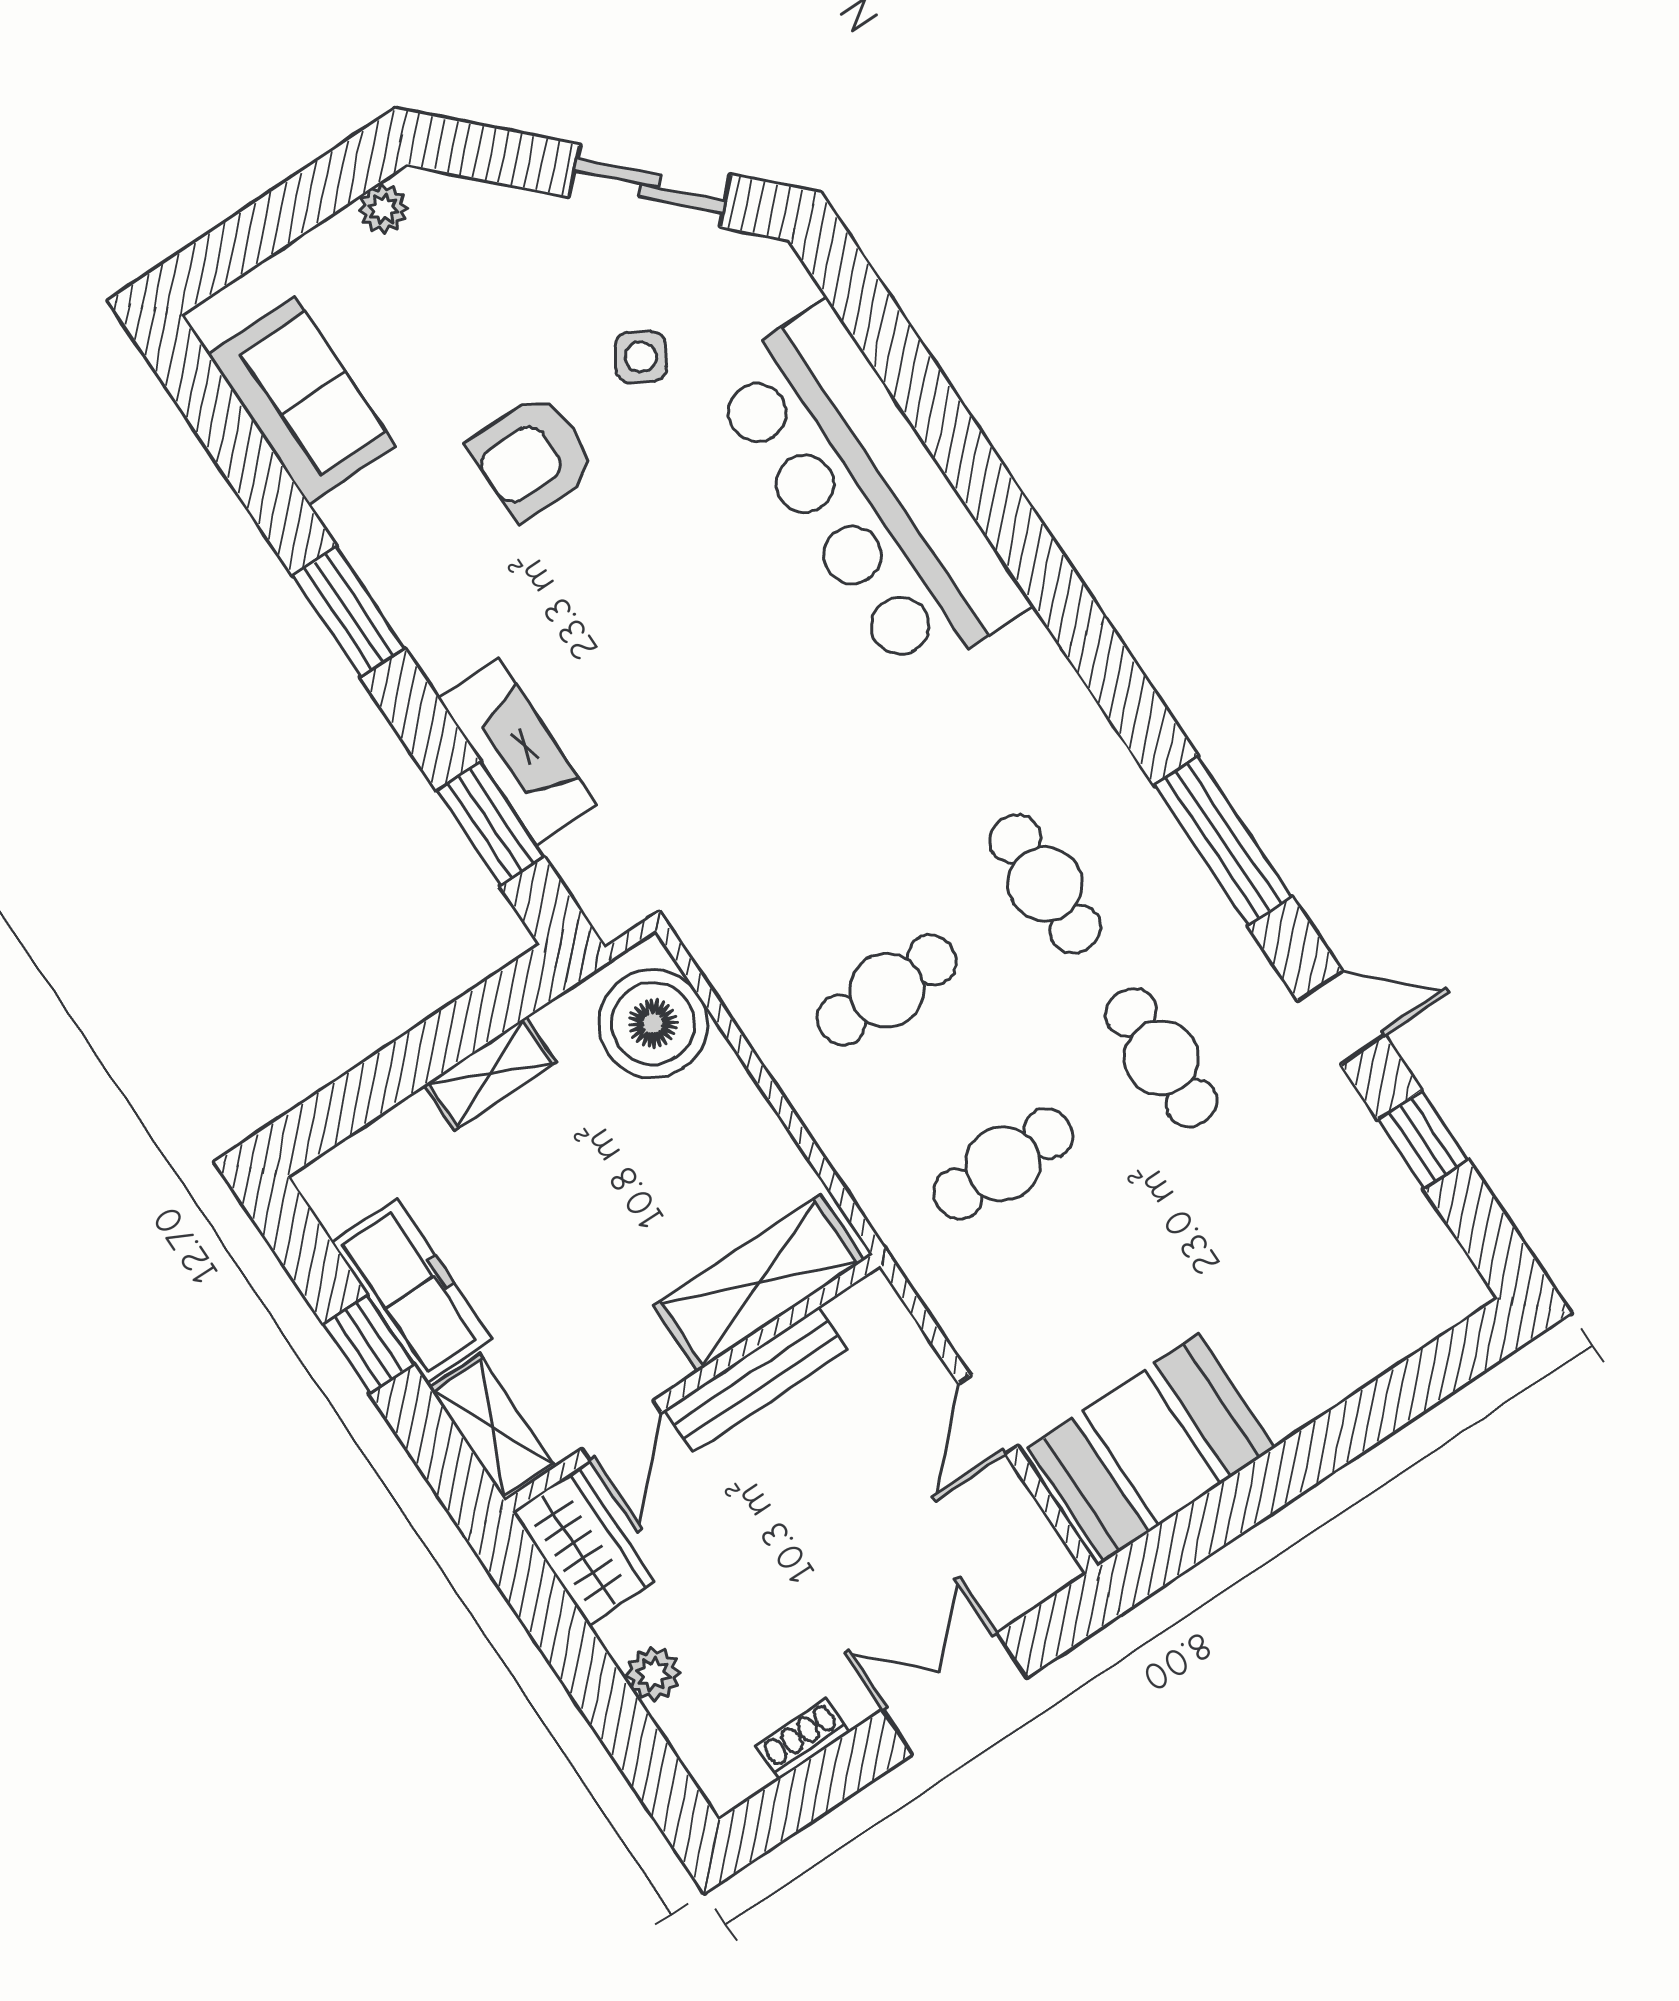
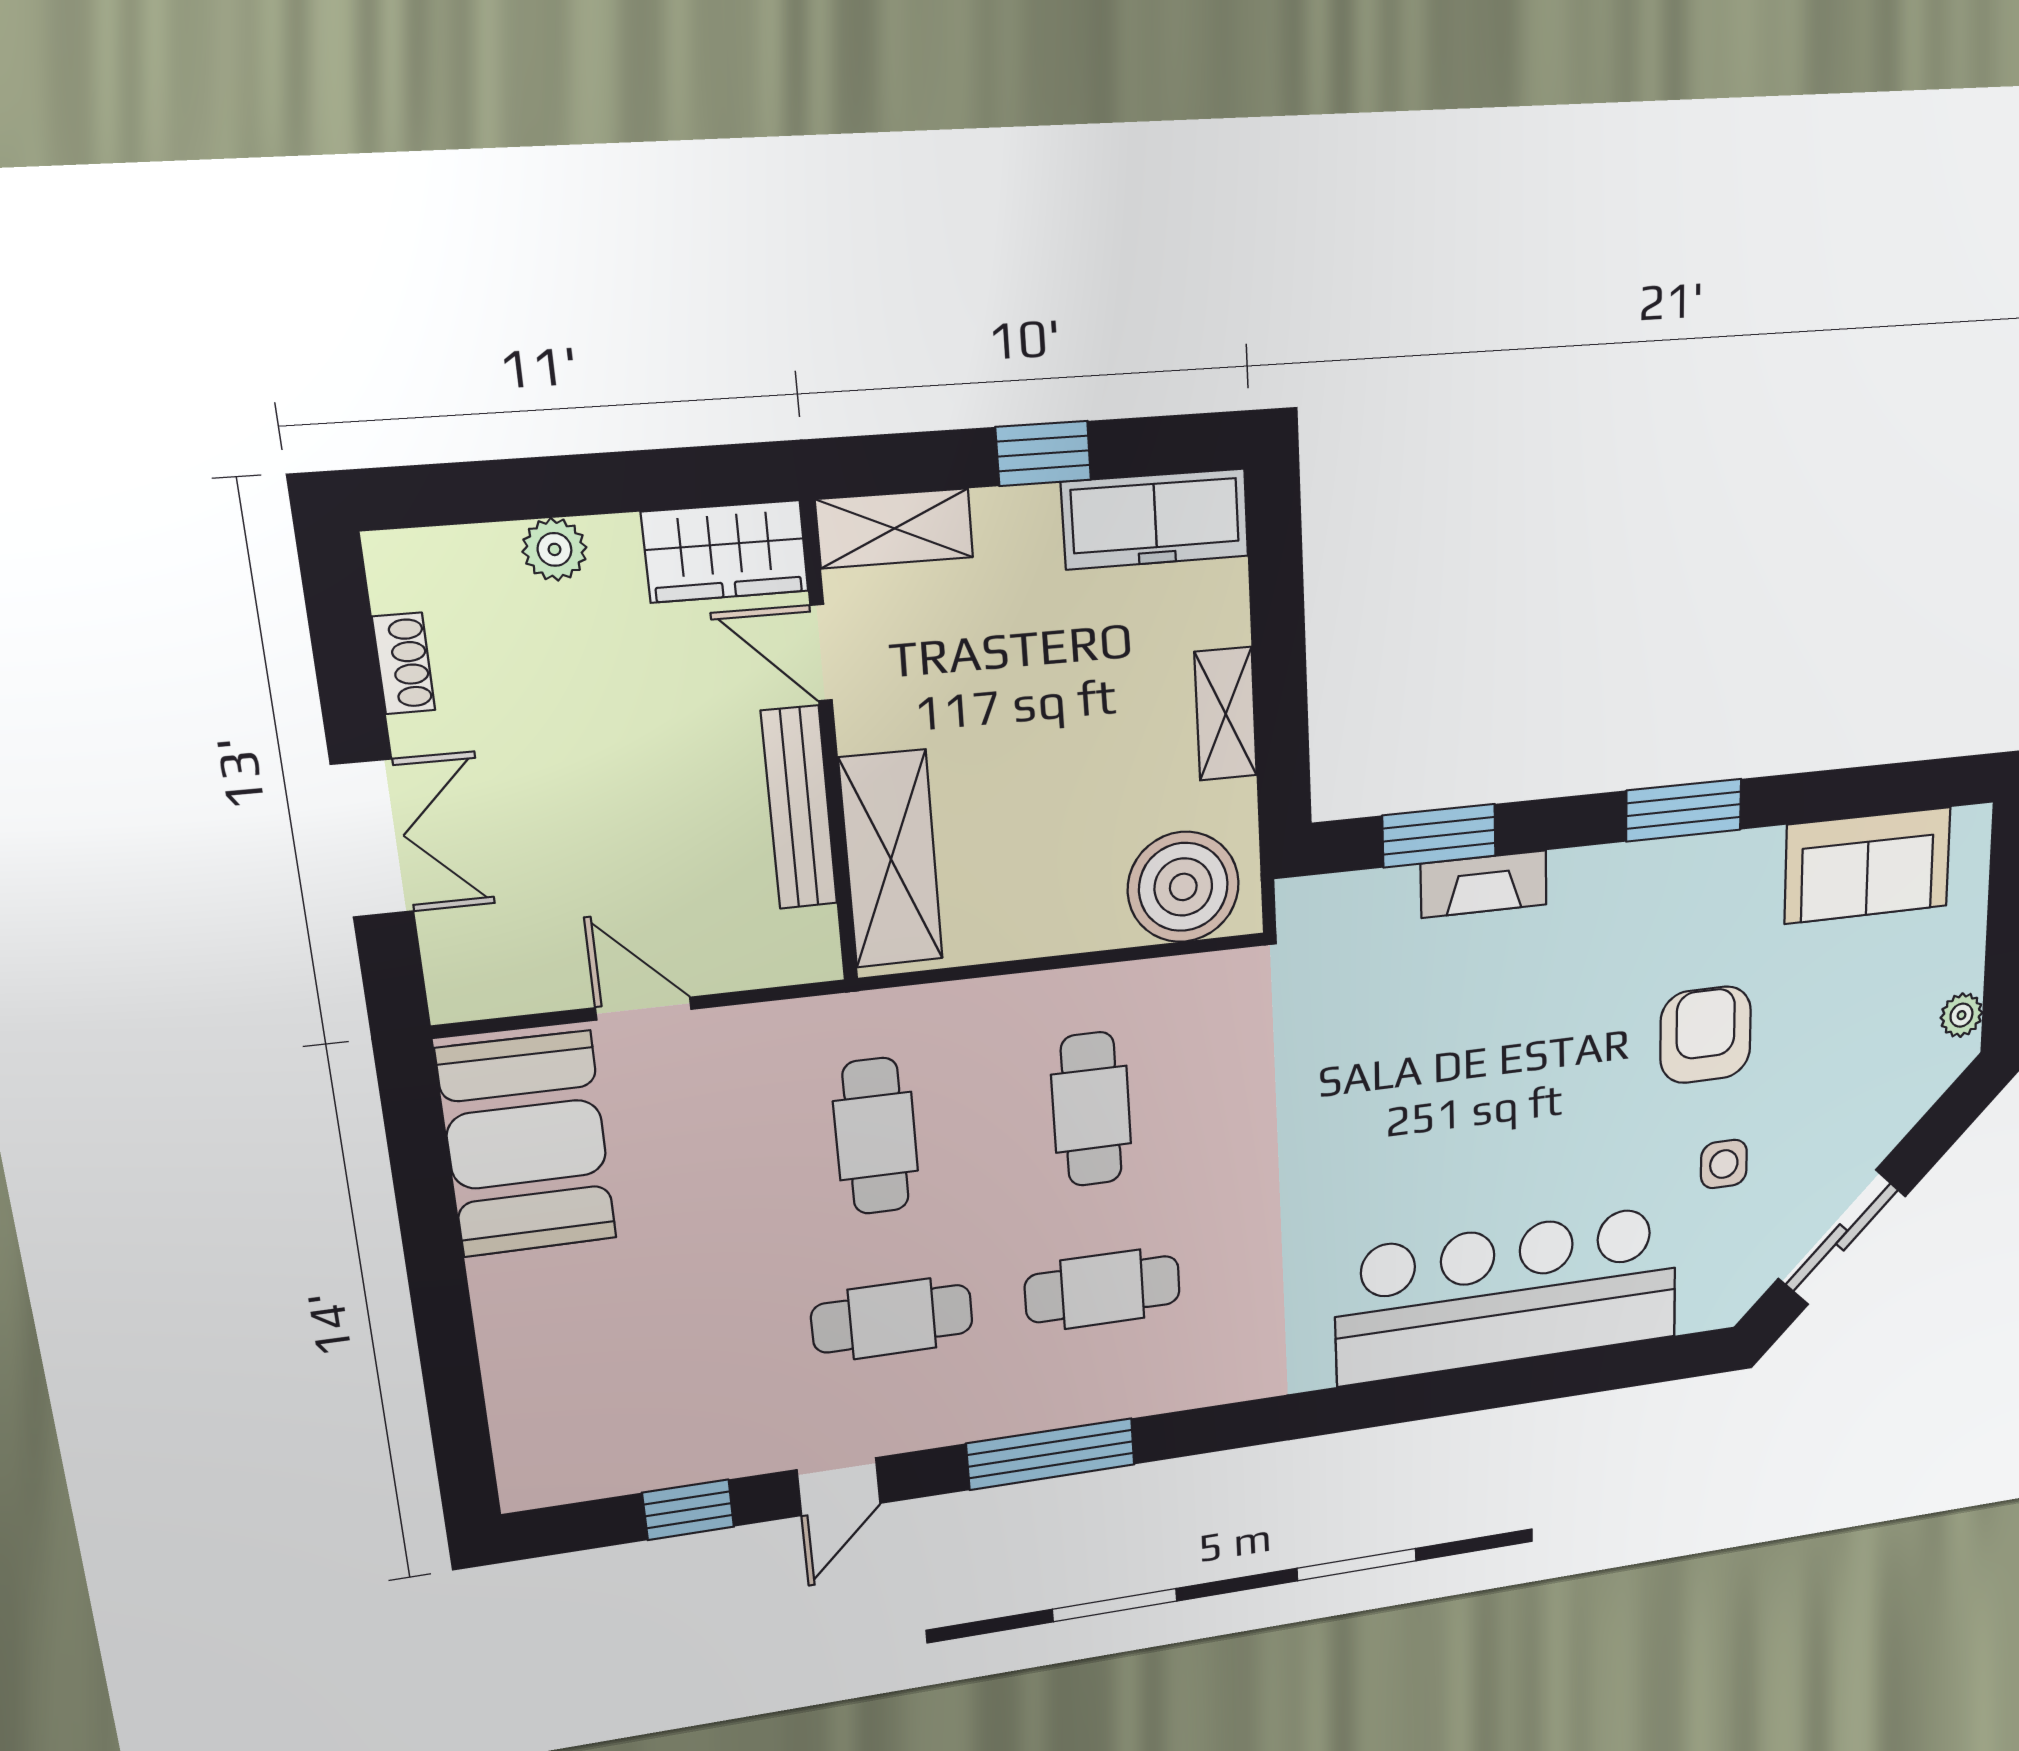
side table: (641, 357) -> (1724, 1164), turned -31
fireplace: (517, 752) -> (1484, 884), width x0.73, depth x0.76
freezer: (412, 1291) -> (1155, 519), moved

